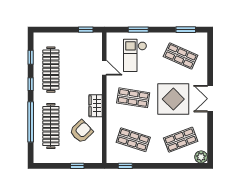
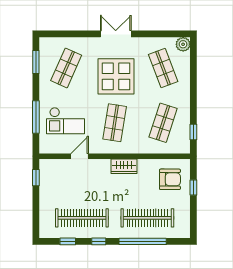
window: (138, 30) -> (36, 117), width x1.44
double door: (210, 99) -> (116, 34), swing flipped
armchair: (81, 131) -> (170, 179), moved, turned 134

